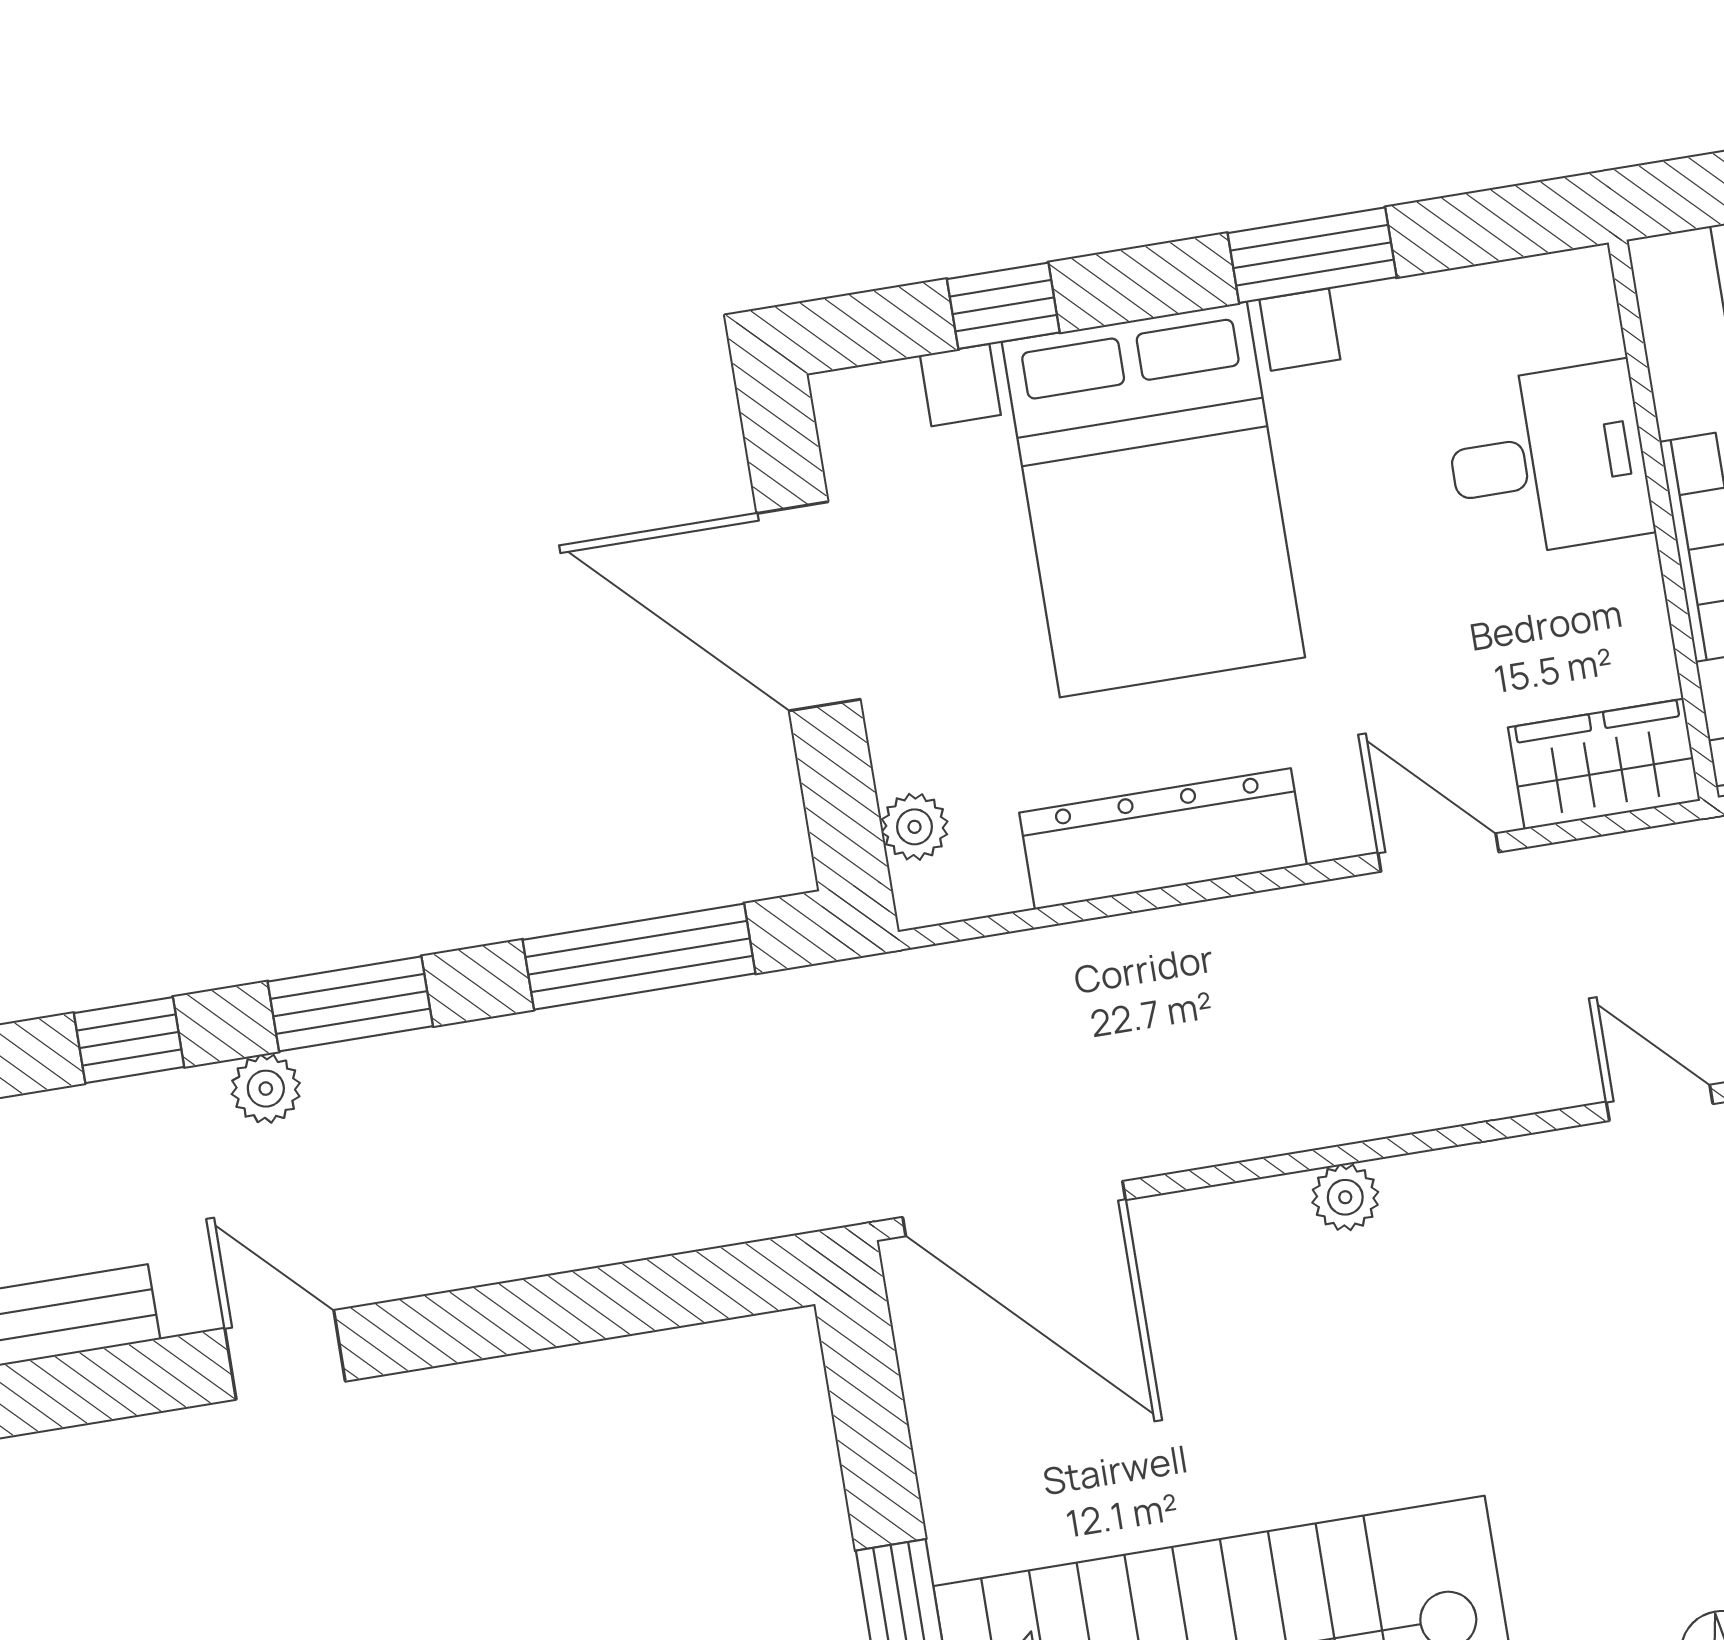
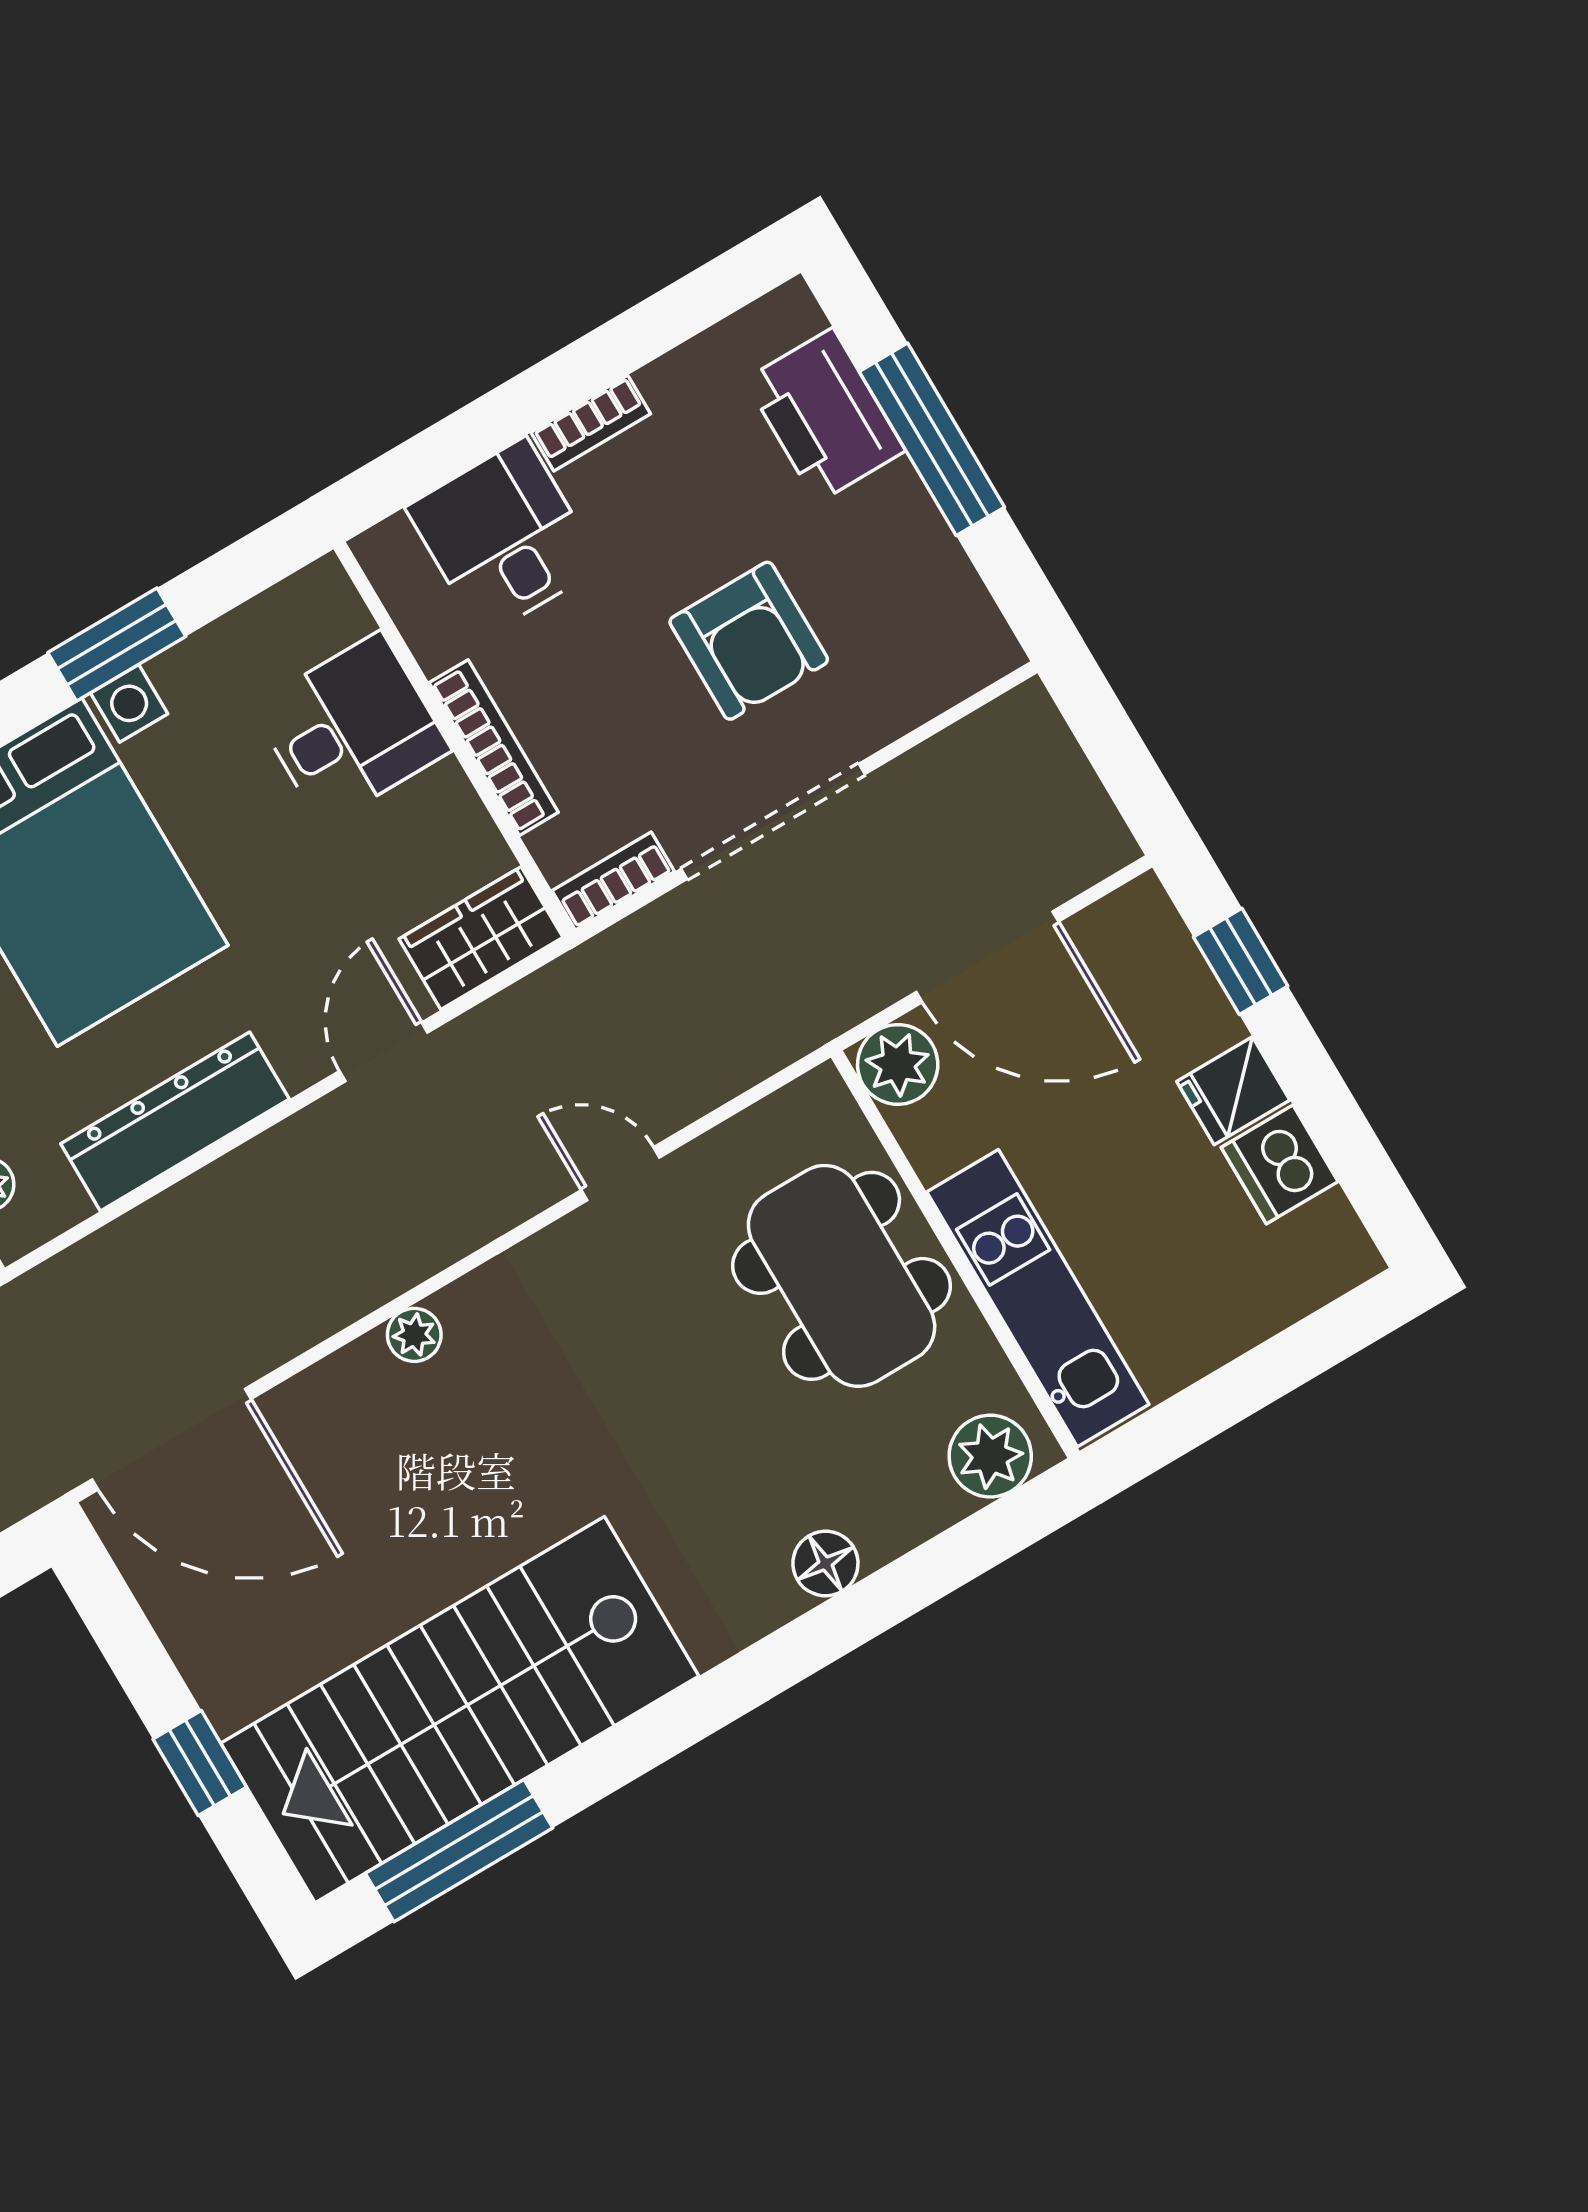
door: (1438, 852) -> (384, 1052), hinge flipped

